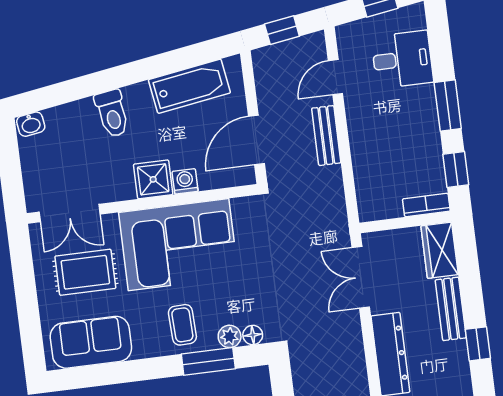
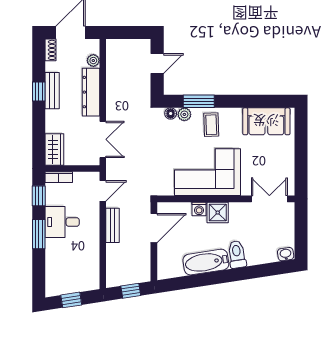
desk: (402, 59) -> (62, 222), moved
door: (335, 77) -> (103, 191), moved
bathtub: (189, 86) -> (206, 262), moved
rug: (85, 272) -> (264, 163), removed
bench: (451, 309) -> (52, 91), moved

